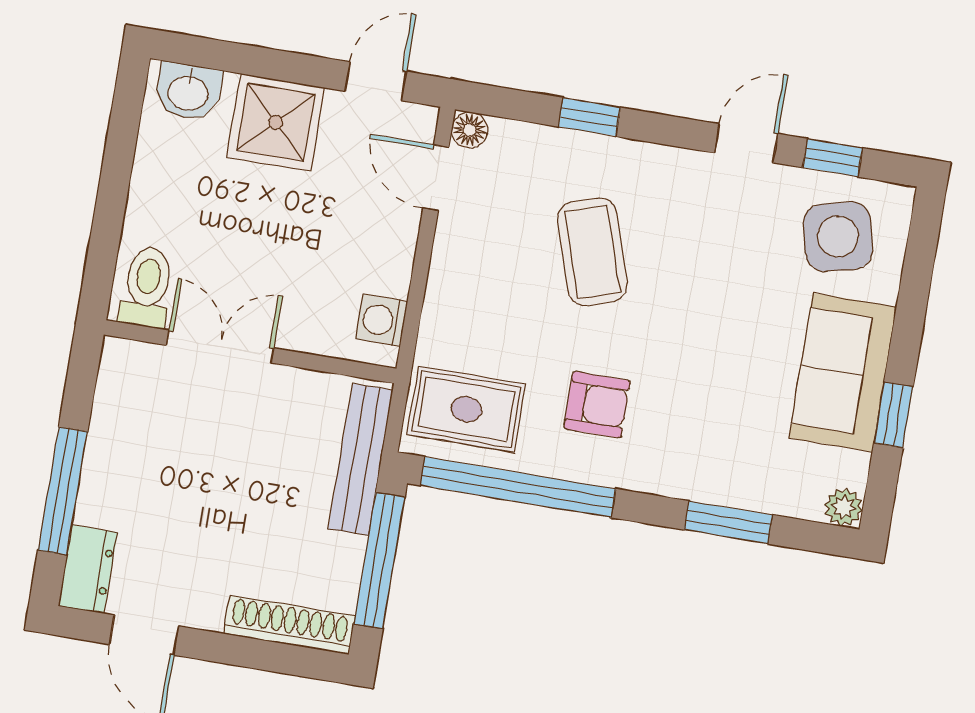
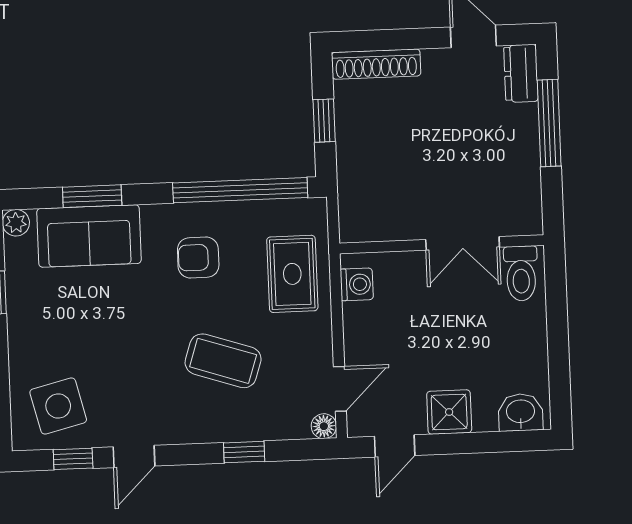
shower: (276, 122) -> (449, 412), width x0.73, depth x0.73
door: (436, 178) -> (340, 389), hinge flipped
coffee table: (592, 252) -> (223, 361), turned -54
sofa: (843, 372) -> (89, 236), moved, turned 90
rug: (466, 409) -> (292, 274), moved, turned 90
bench: (361, 459) -> (351, 187), removed
window: (379, 561) -> (324, 121), width x0.46

